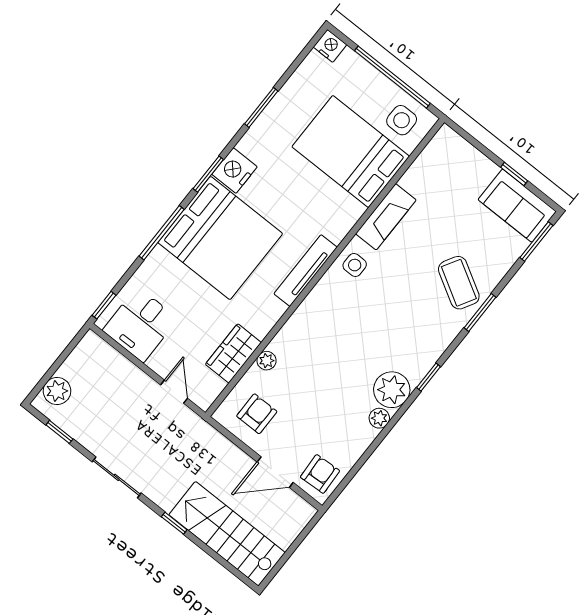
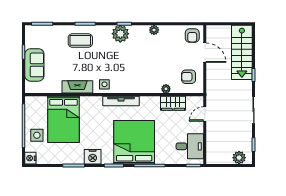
side table: (402, 120) -> (37, 135), moved
nightstand: (235, 171) -> (93, 157), moved
sofa: (517, 206) -> (34, 65), moved
coffee table: (459, 283) -> (80, 40), turned 60
plant: (392, 390) -> (120, 34), moved
armchair: (320, 474) -> (192, 36), turned -87

